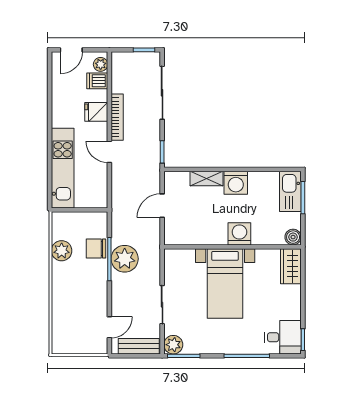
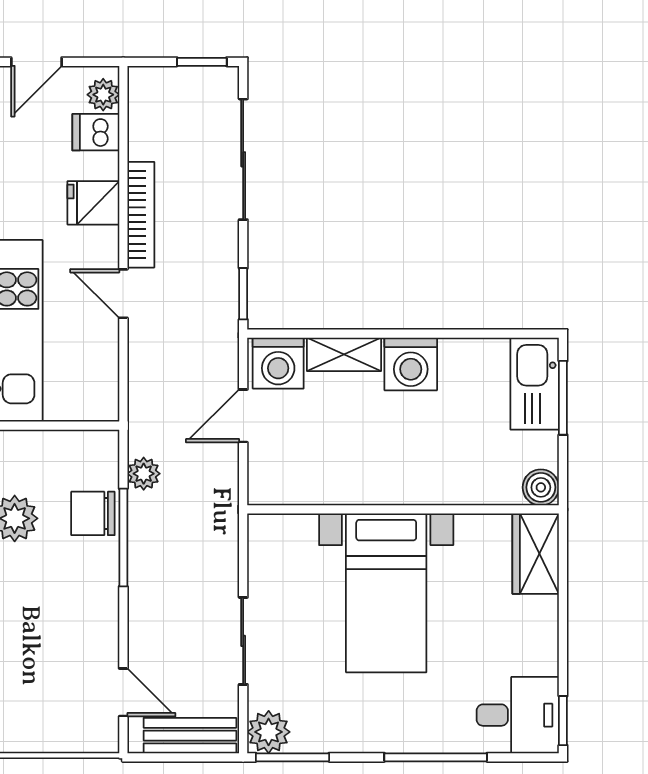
washing machine: (239, 234) -> (278, 363), moved, turned 180
plant: (125, 259) -> (144, 474), moved, width x0.53, depth x0.53
door: (109, 327) -> (123, 692), hinge flipped

